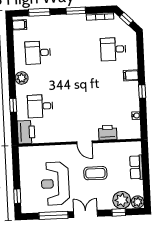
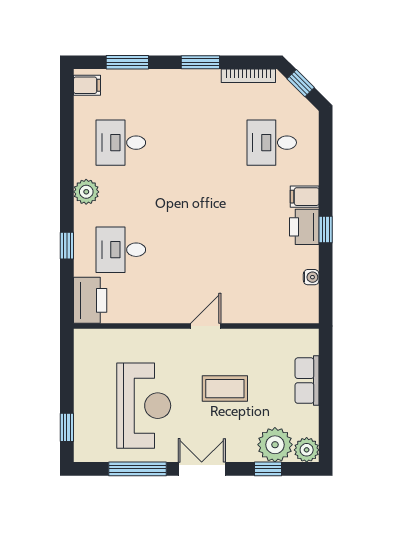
printer: (108, 133) -> (304, 227), moved, turned -90
door: (84, 142) -> (206, 326), swing flipped
reception desk: (55, 184) -> (144, 406), turned 180

